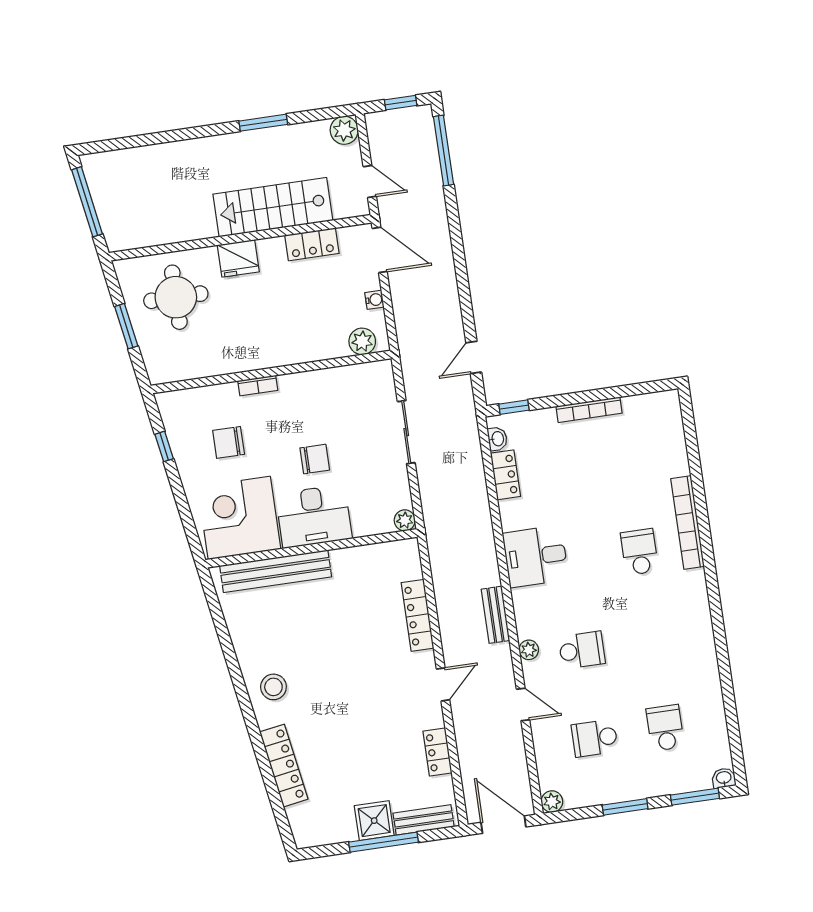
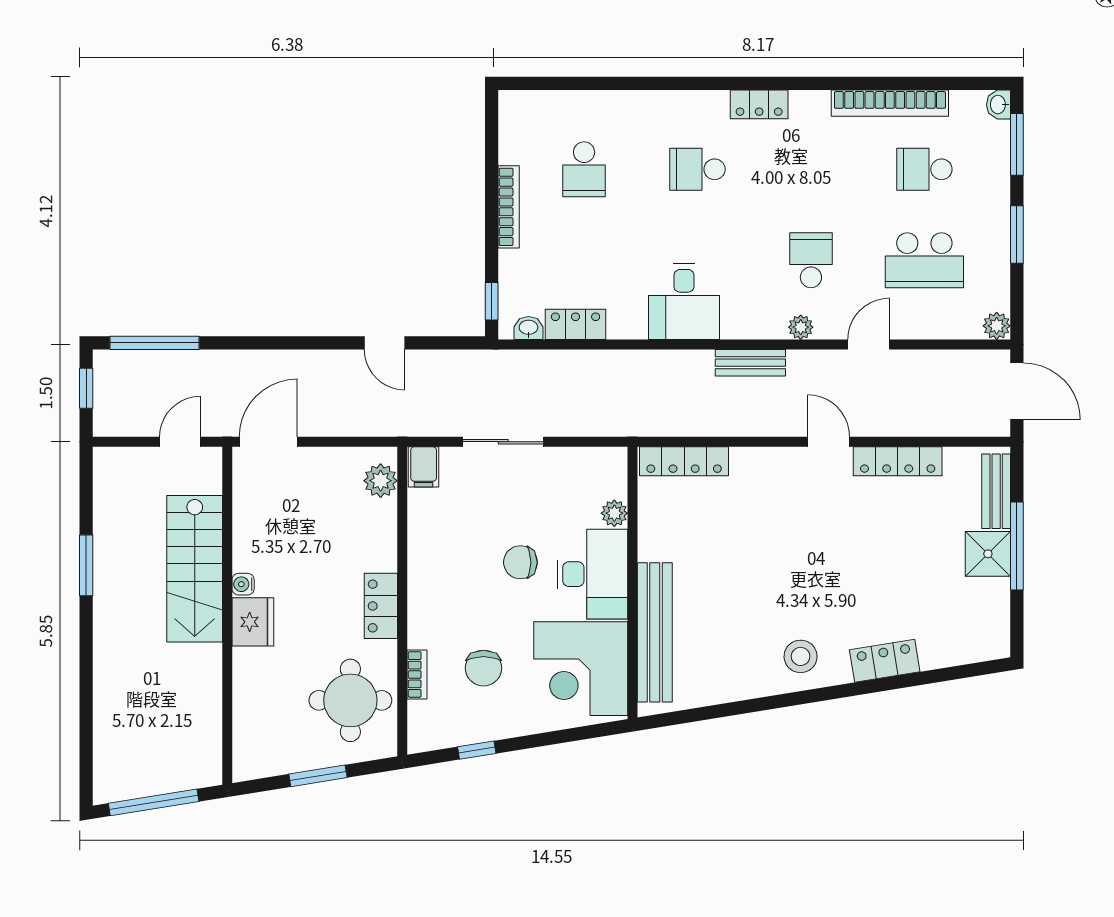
plant: (344, 130) -> (111, 465), removed
locker: (312, 244) -> (381, 606), moved, turned 180
round table: (176, 297) -> (350, 700), moved
water cooler: (374, 300) -> (243, 584), moved, turned -90
door: (474, 357) -> (385, 343), moved
filing cabinet: (378, 373) -> (424, 467), added
bookcase: (258, 386) -> (417, 674), moved
chair: (315, 459) -> (520, 562), turned -90
school desk: (627, 464) -> (584, 169), added
plant: (405, 520) -> (614, 513), moved
bookcase: (688, 523) -> (890, 103), moved
locker: (697, 592) -> (759, 104), added
locker: (418, 615) -> (684, 461), moved
school desk: (595, 738) -> (924, 260), width x1.85
locker: (437, 752) -> (898, 461), width x1.53
locker: (284, 766) -> (885, 661), width x0.66
door: (503, 825) -> (1017, 391), swing flipped

